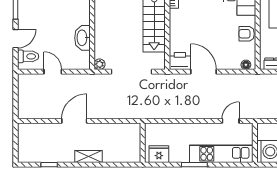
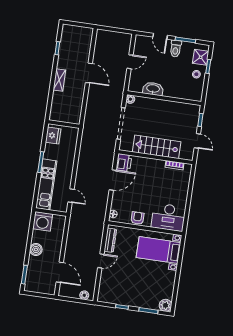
toilet: (28, 56) -> (176, 49), moved

